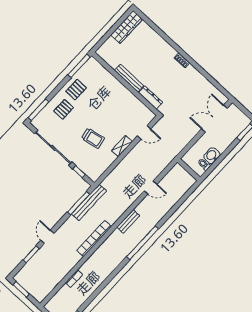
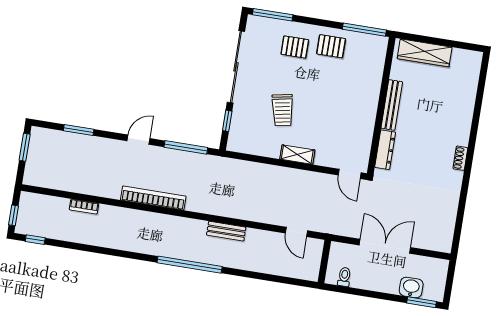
wardrobe: (127, 27) -> (425, 53), moved
double door: (214, 119) -> (385, 246), moved
door: (144, 132) -> (350, 174), moved
washbasin: (212, 156) -> (411, 287), moved
door: (151, 187) -> (296, 232), moved
bench: (89, 202) -> (196, 160), removed
bench: (128, 221) -> (226, 231), moved
door: (47, 237) -> (138, 140), moved

